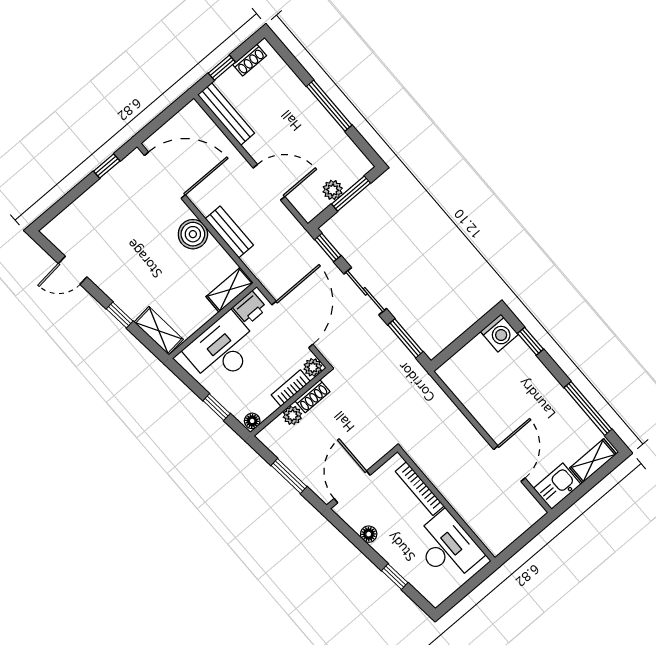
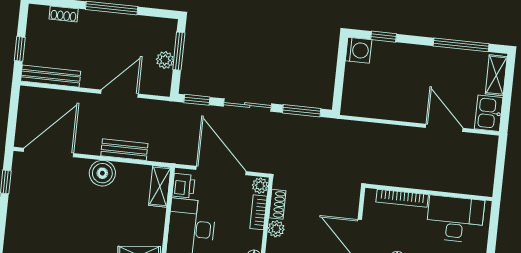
shoe rack: (250, 60) -> (64, 14), moved, turned 90

